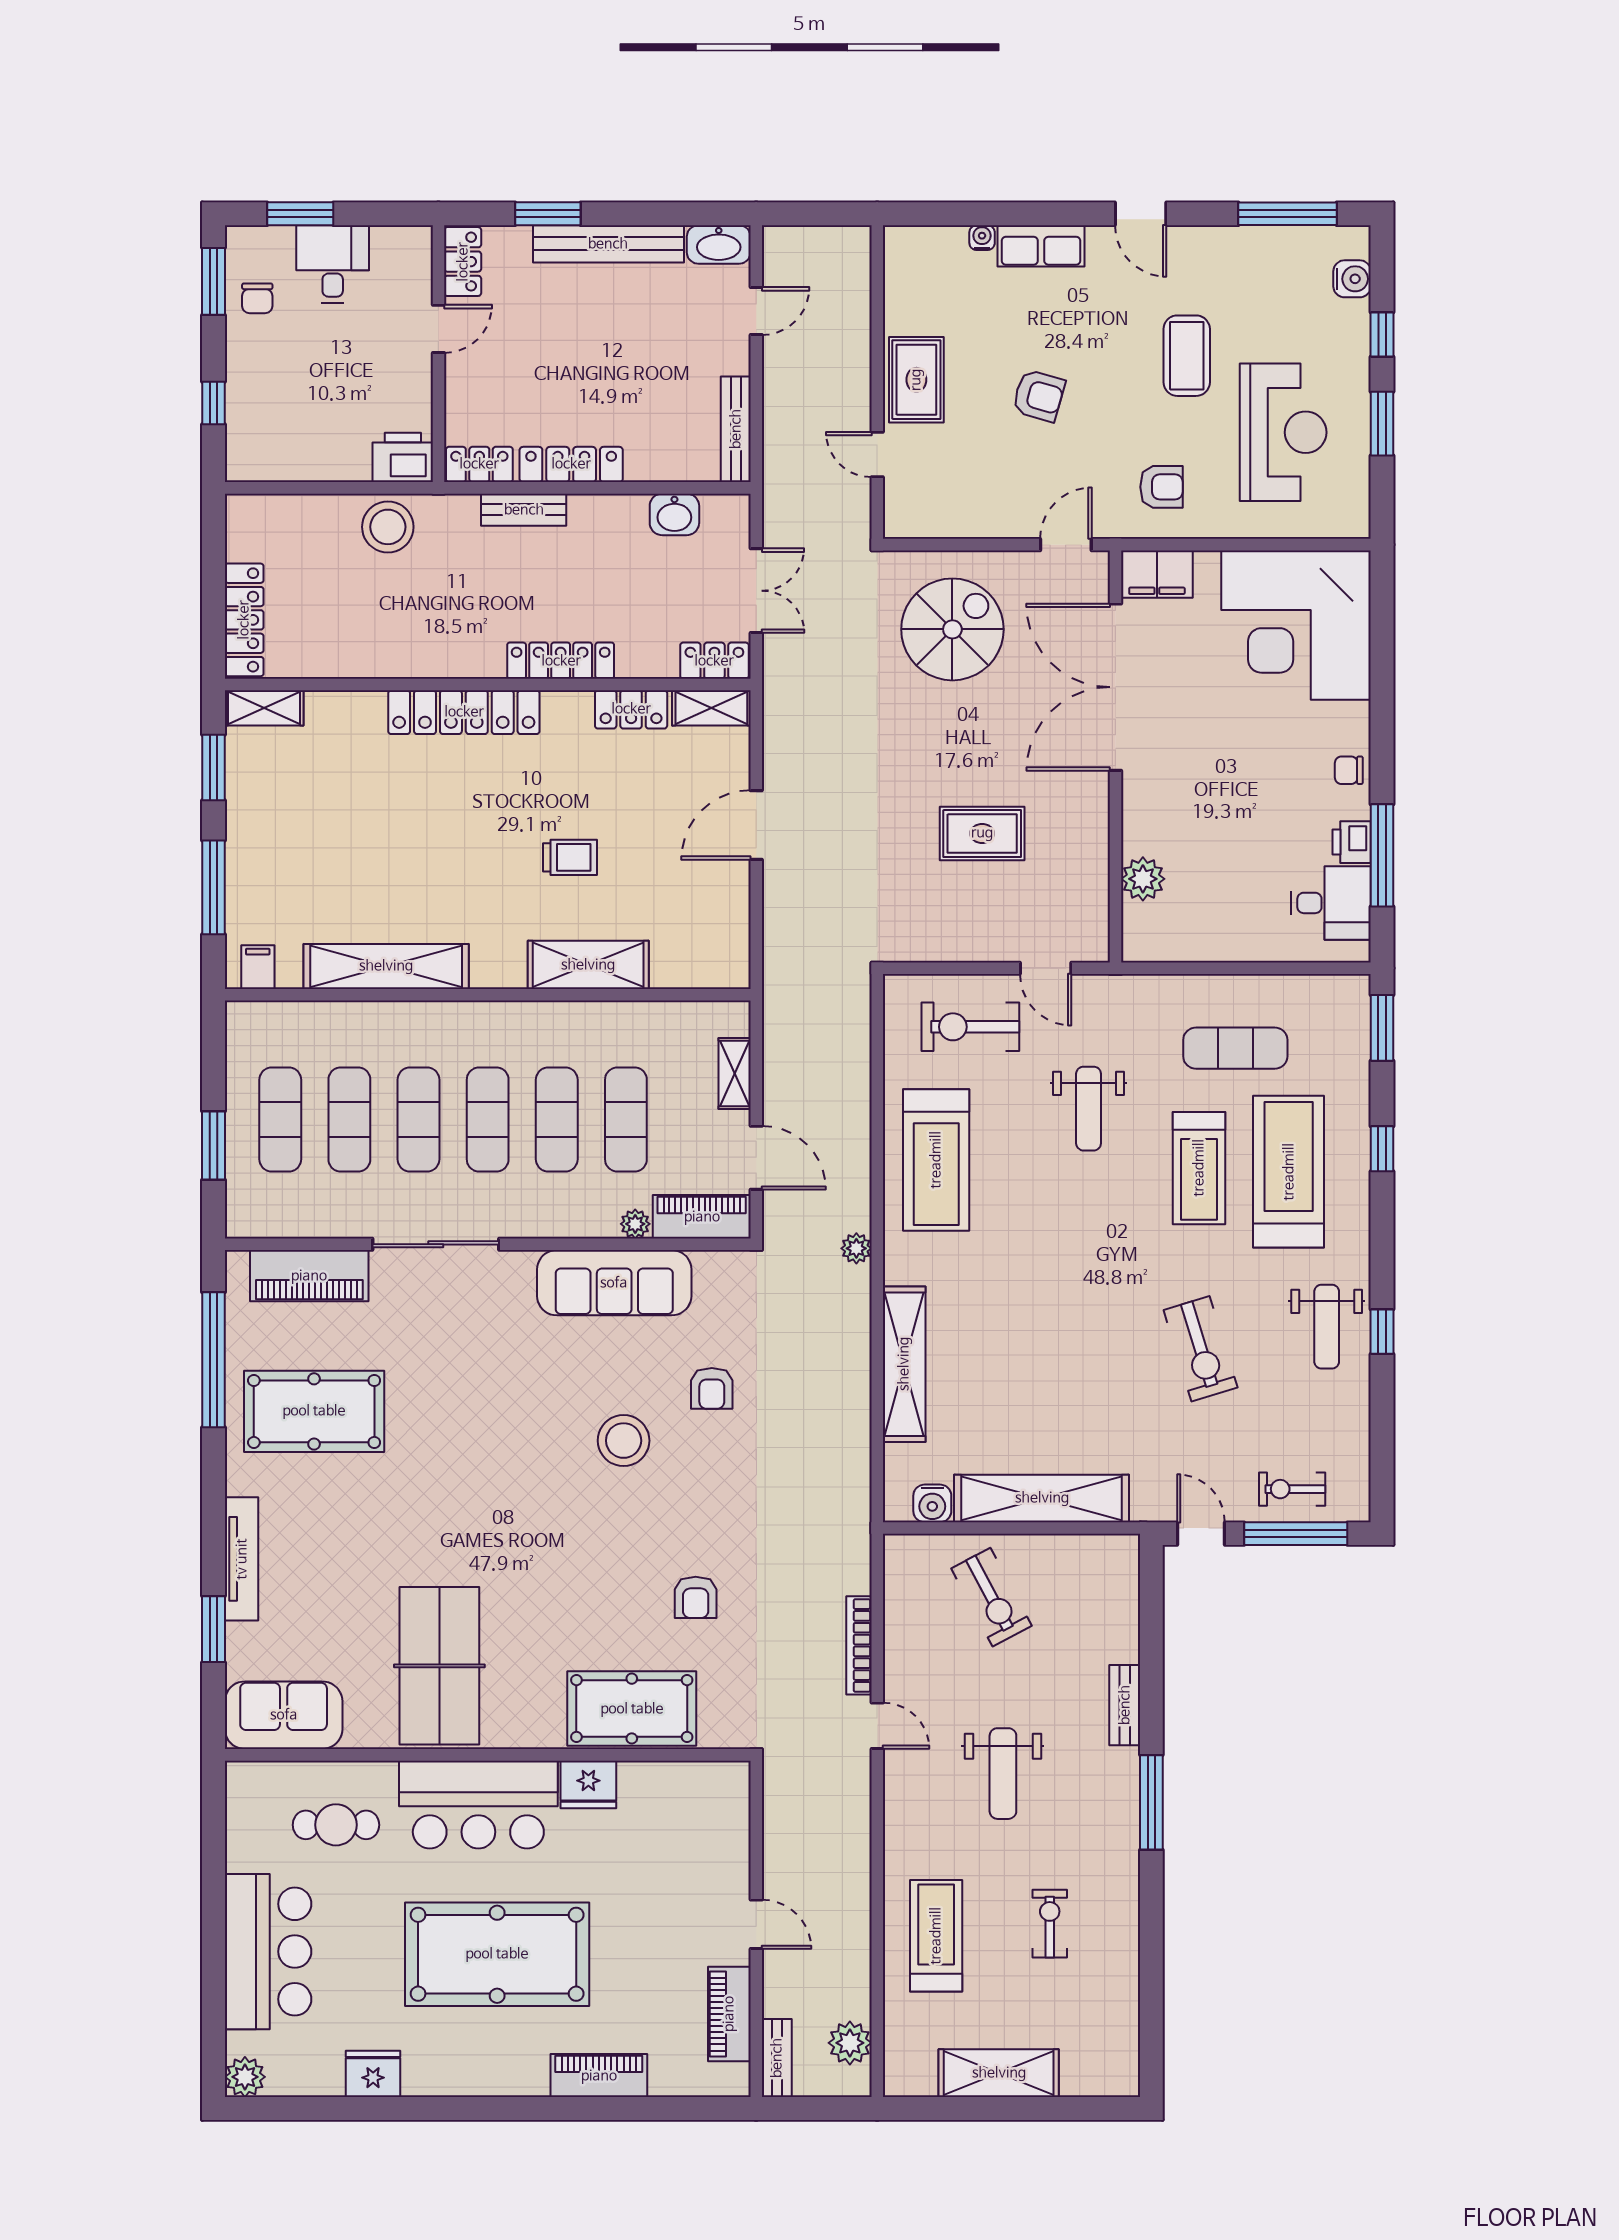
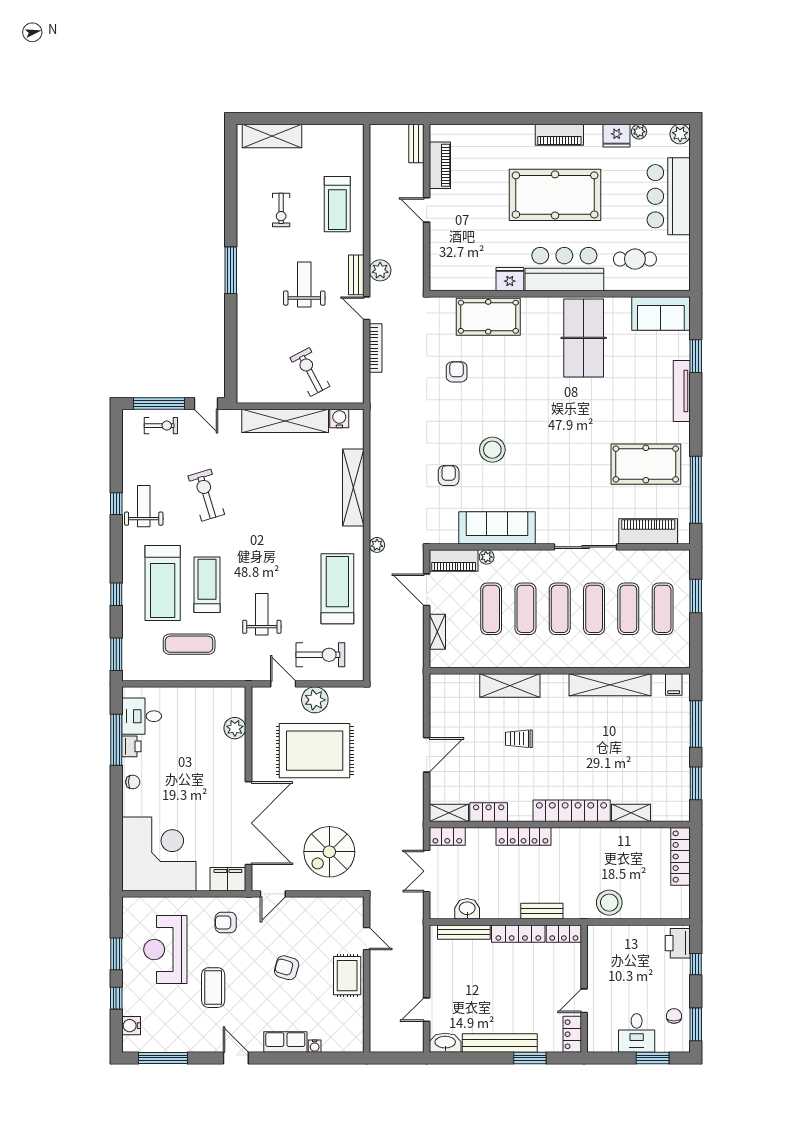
bench: (736, 429) -> (464, 932), moved, turned 90
printer: (403, 457) -> (678, 943), moved, turned 90
shelving: (264, 708) -> (631, 813), moved
rug: (982, 833) -> (315, 751), width x1.86, depth x2.06
plant: (982, 936) -> (315, 700), added
bench: (1125, 1705) -> (356, 275), moved
plant: (850, 2043) -> (380, 270), moved
shelving: (999, 2073) -> (272, 136), moved
piano: (599, 2076) -> (559, 135), moved
plant: (328, 2082) -> (639, 132), added

